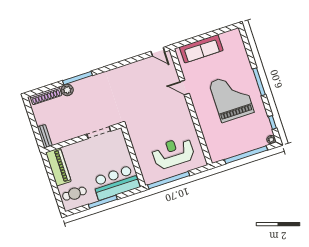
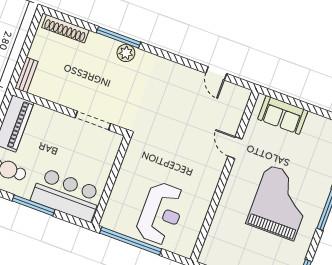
sofa: (201, 49) -> (283, 115), width x0.73
door: (158, 52) -> (216, 73), moved
plant: (67, 90) -> (126, 53), moved
reception desk: (173, 153) -> (161, 213), turned 90

